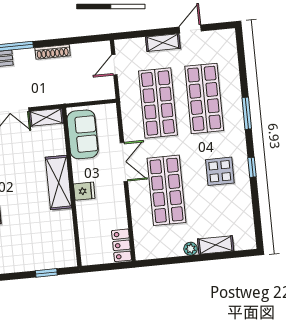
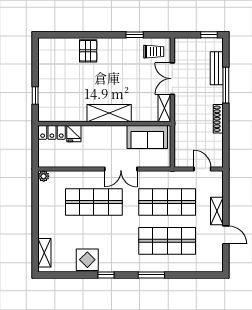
display table: (220, 171) -> (87, 260), moved
fridge: (84, 191) -> (74, 134), moved
locker: (122, 245) -> (52, 132), moved, turned 180
shelving: (216, 245) -> (44, 253), moved
plant: (191, 249) -> (44, 176), moved

